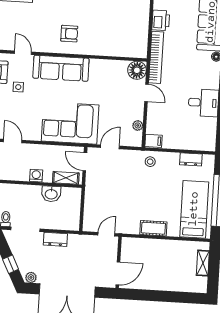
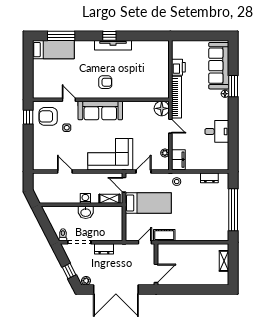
filing cabinet: (153, 141) -> (178, 160), width x2.00
washbasin: (51, 194) -> (86, 212), moved
bed: (194, 209) -> (148, 203), moved, turned 90
cot: (153, 228) -> (164, 235), moved

